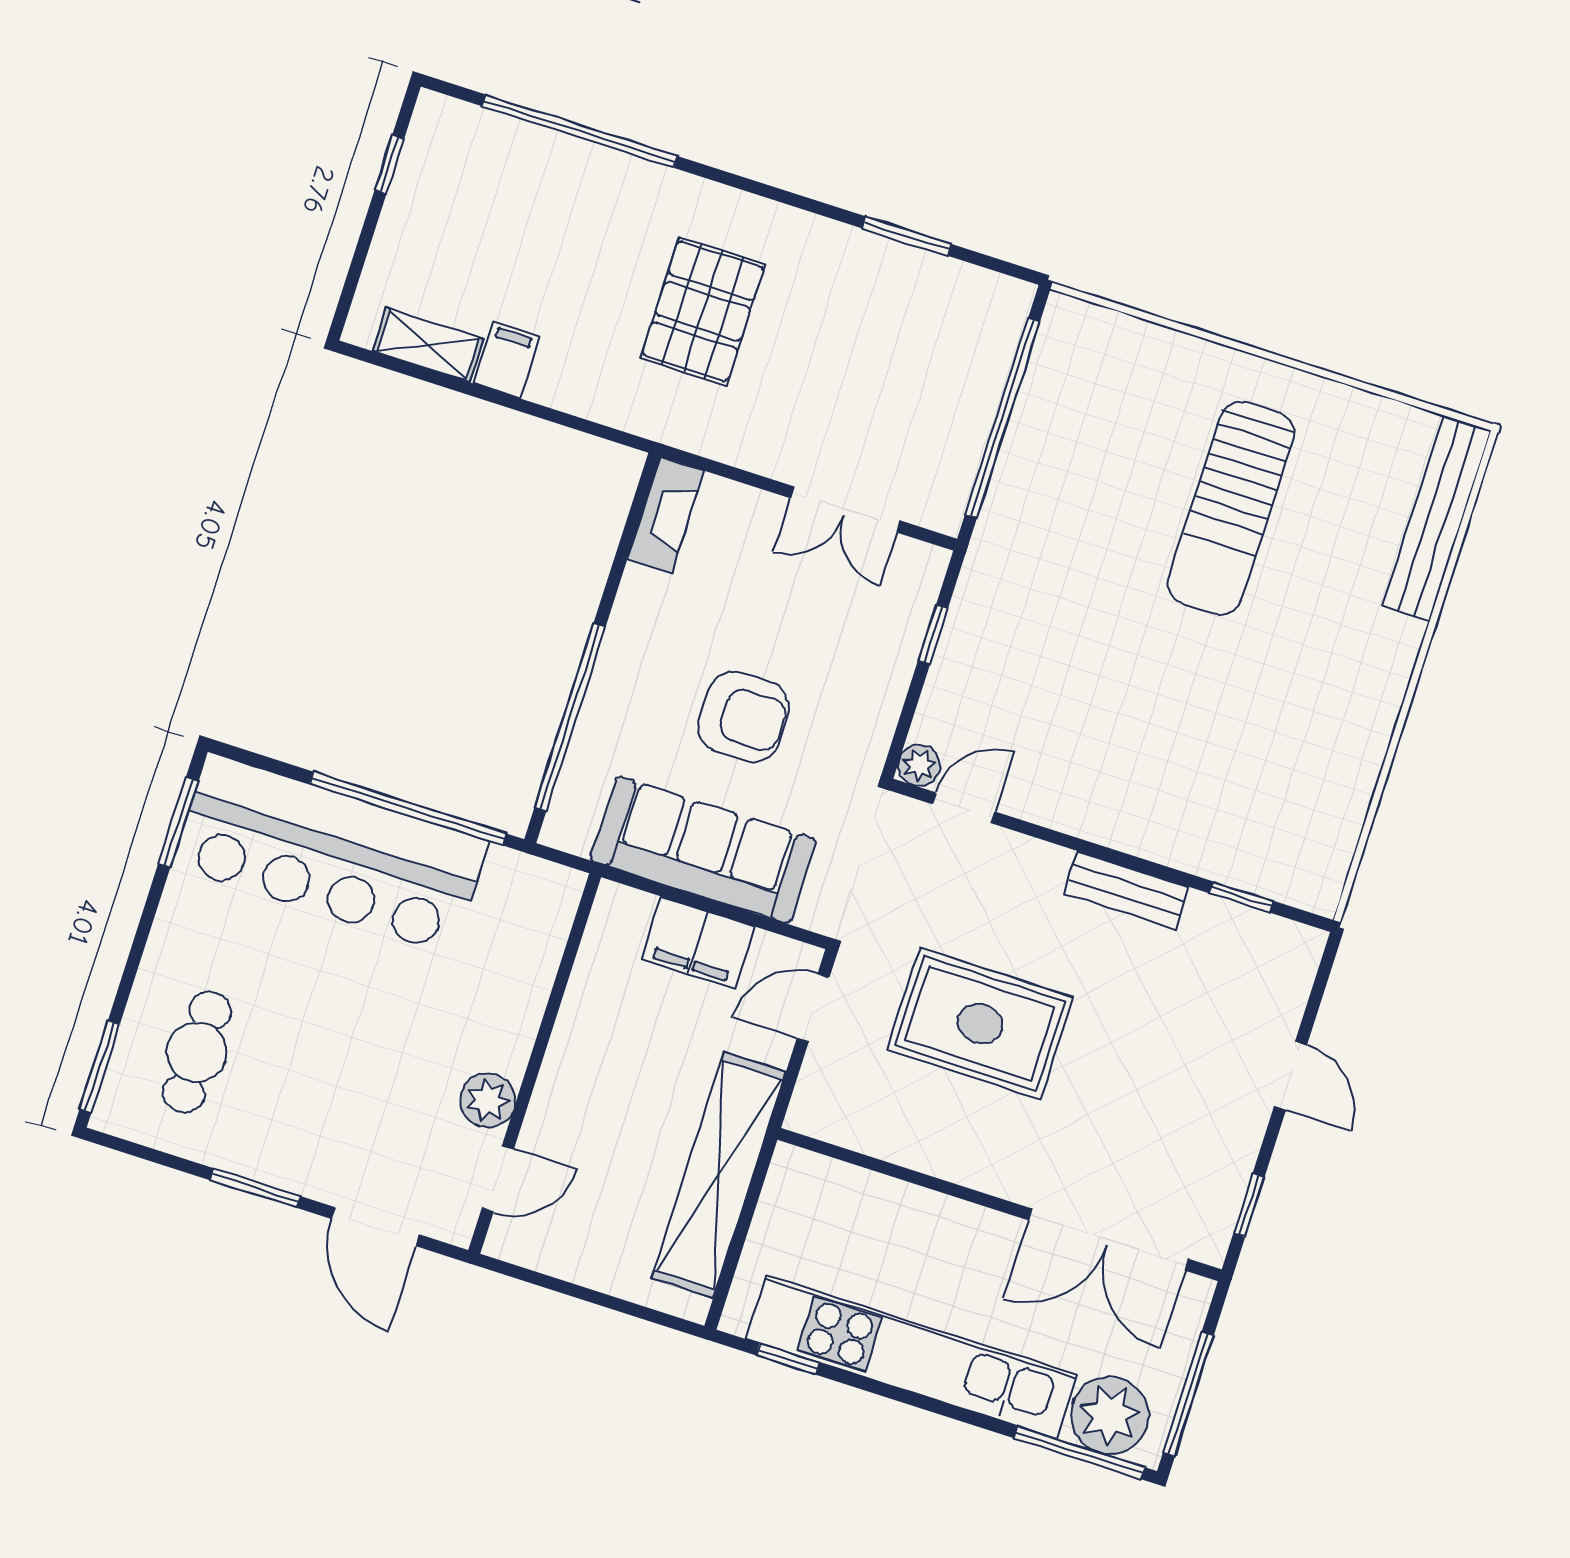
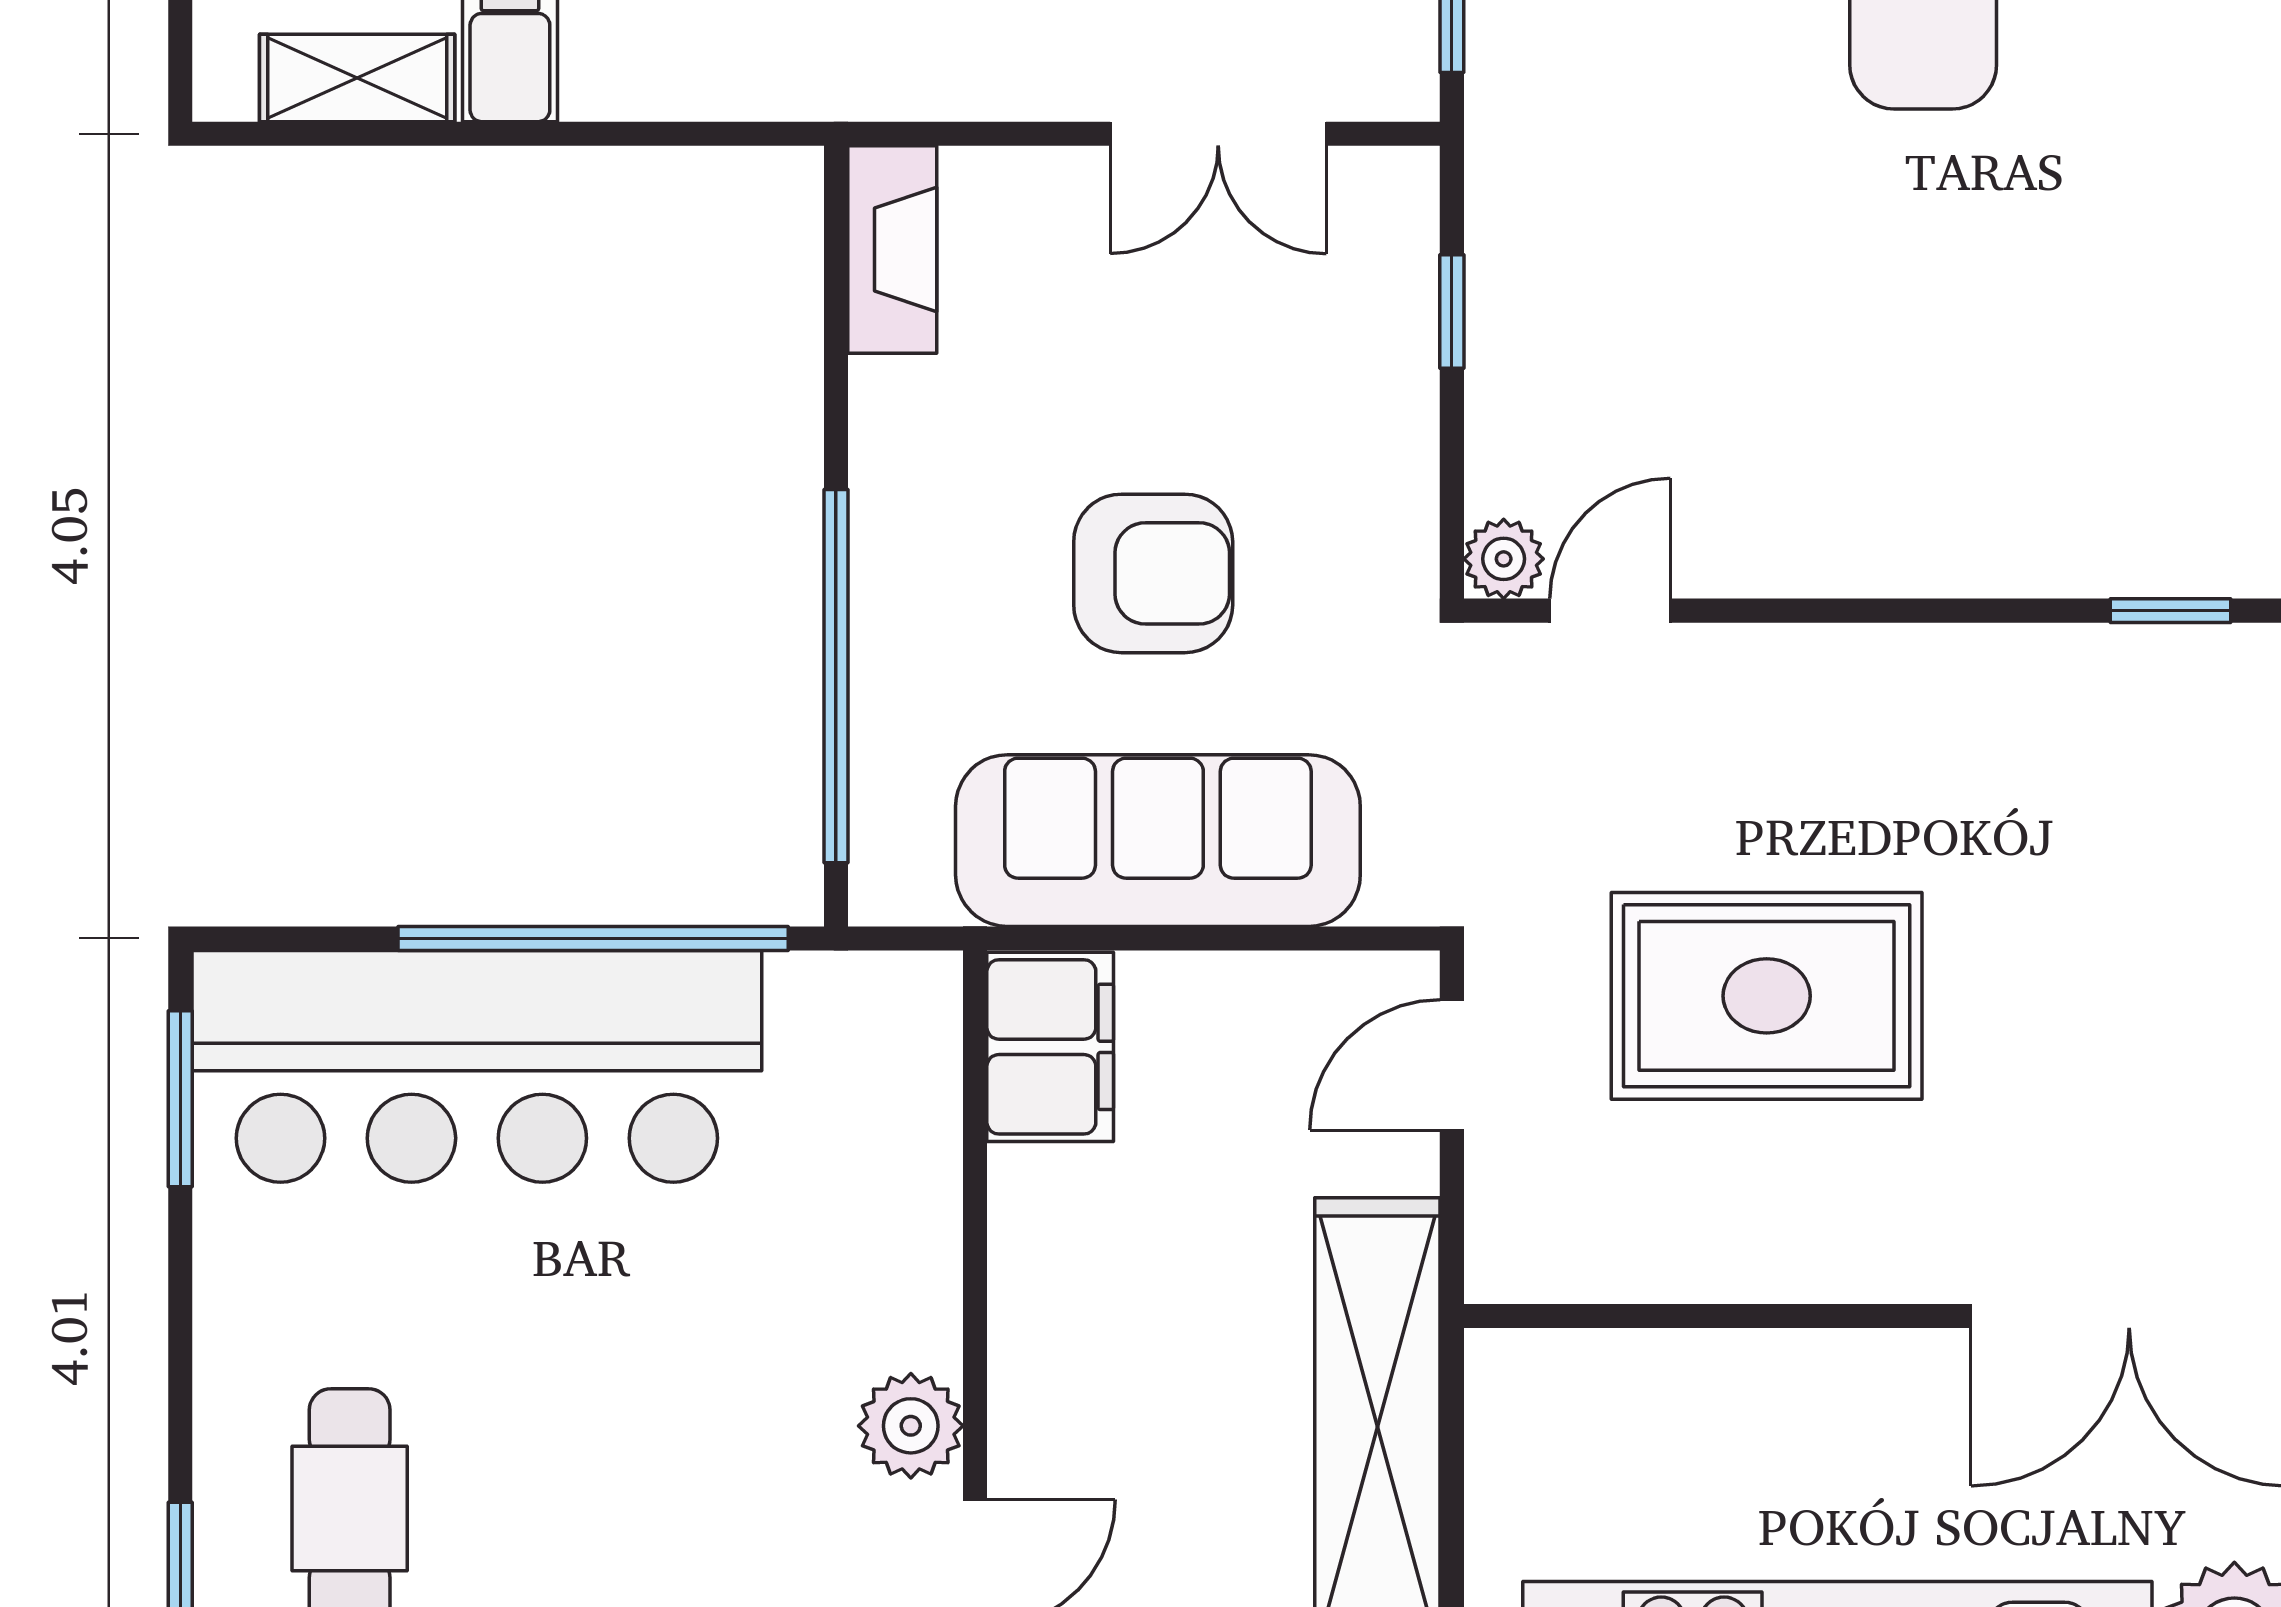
bench: (1126, 890) -> (1956, 665), removed
filing cabinet: (698, 943) -> (1050, 1047), moved, turned -90

